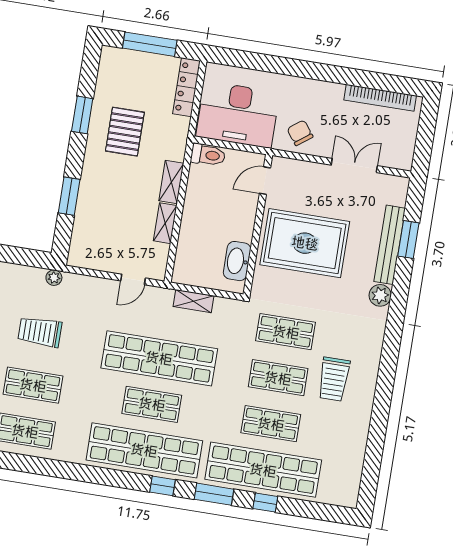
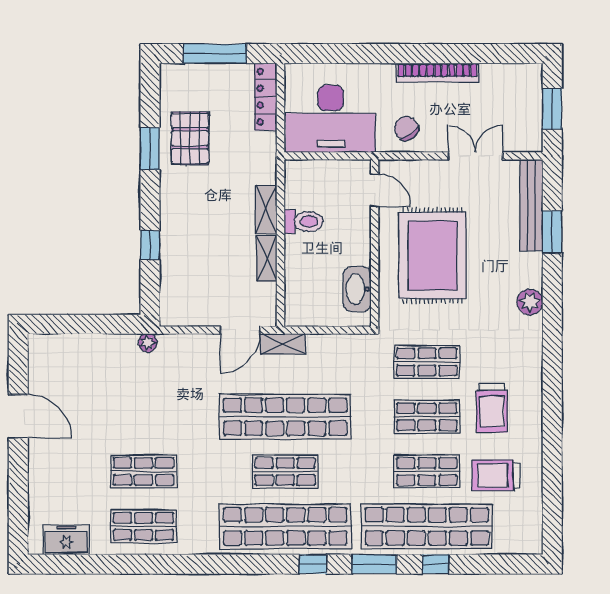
bookcase: (380, 98) -> (438, 73), moved
pallet: (125, 132) -> (190, 138), moved
window: (425, 136) -> (552, 109), added
toilet: (208, 155) -> (304, 222), moved
door: (265, 181) -> (375, 190), swing flipped
window: (69, 196) -> (150, 245), width x0.67
rug: (305, 243) -> (433, 255), turned 90
bench: (390, 245) -> (531, 205), moved
door: (133, 279) -> (240, 330), width x1.38
shelving: (194, 301) -> (283, 344), moved
trolley: (40, 332) -> (496, 475), moved

